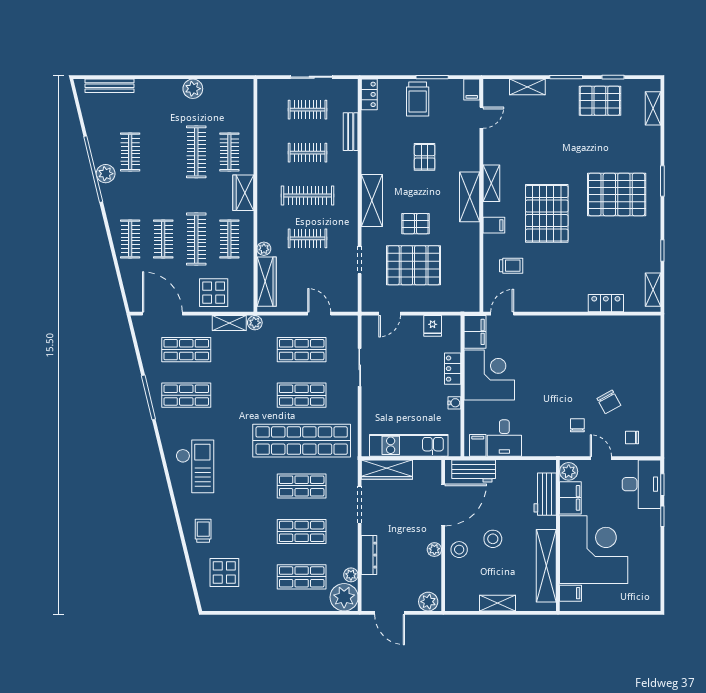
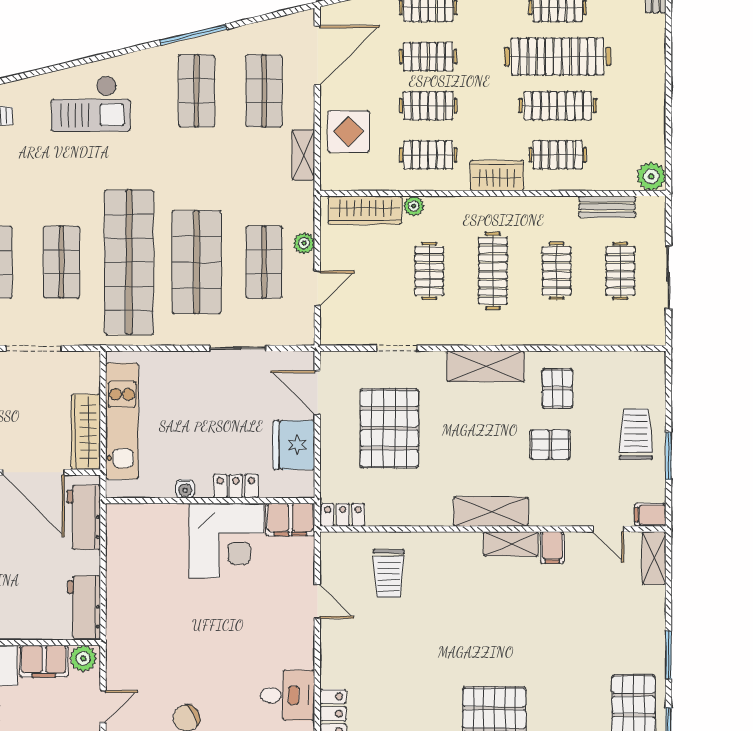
shelving: (527, 87) -> (654, 558), moved
plant: (193, 89) -> (651, 176), moved
locker: (369, 94) -> (343, 515), moved, turned 180
trolley: (418, 99) -> (636, 434), turned 90
bench: (351, 132) -> (607, 207), moved
clothes rail: (163, 152) -> (558, 57), added
pallet: (547, 213) -> (466, 626), removed
pallet: (415, 224) -> (557, 388), moved
filing cabinet: (494, 225) -> (552, 548), moved
clothes rail: (196, 239) -> (428, 106), width x0.73
trolley: (511, 266) -> (389, 573), width x1.36, depth x1.39
door: (390, 314) -> (317, 393), width x1.38
door: (502, 314) -> (317, 601), moved
plant: (255, 323) -> (304, 243), moved
fridge: (433, 326) -> (294, 445), width x1.88, depth x1.34
shop shelf: (302, 395) -> (196, 262), width x1.43, depth x1.36
chair: (577, 425) -> (152, 671), removed
desk: (504, 438) -> (288, 695), moved, turned 180
filing cabinet: (478, 445) -> (122, 524), removed
wardrobe: (387, 470) -> (86, 432), moved
workbench: (545, 494) -> (84, 607), moved, turned -90

